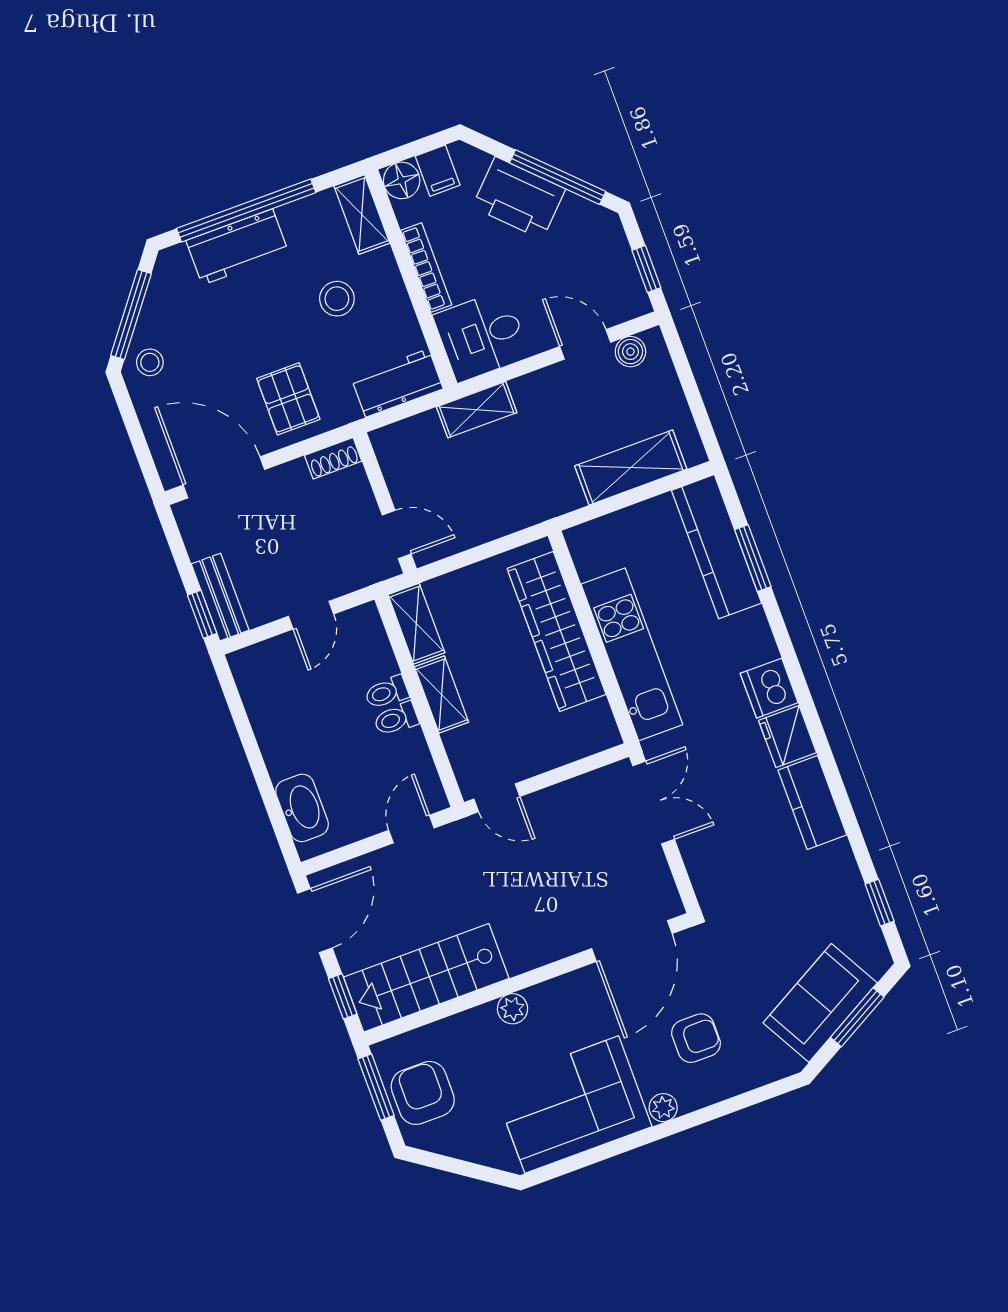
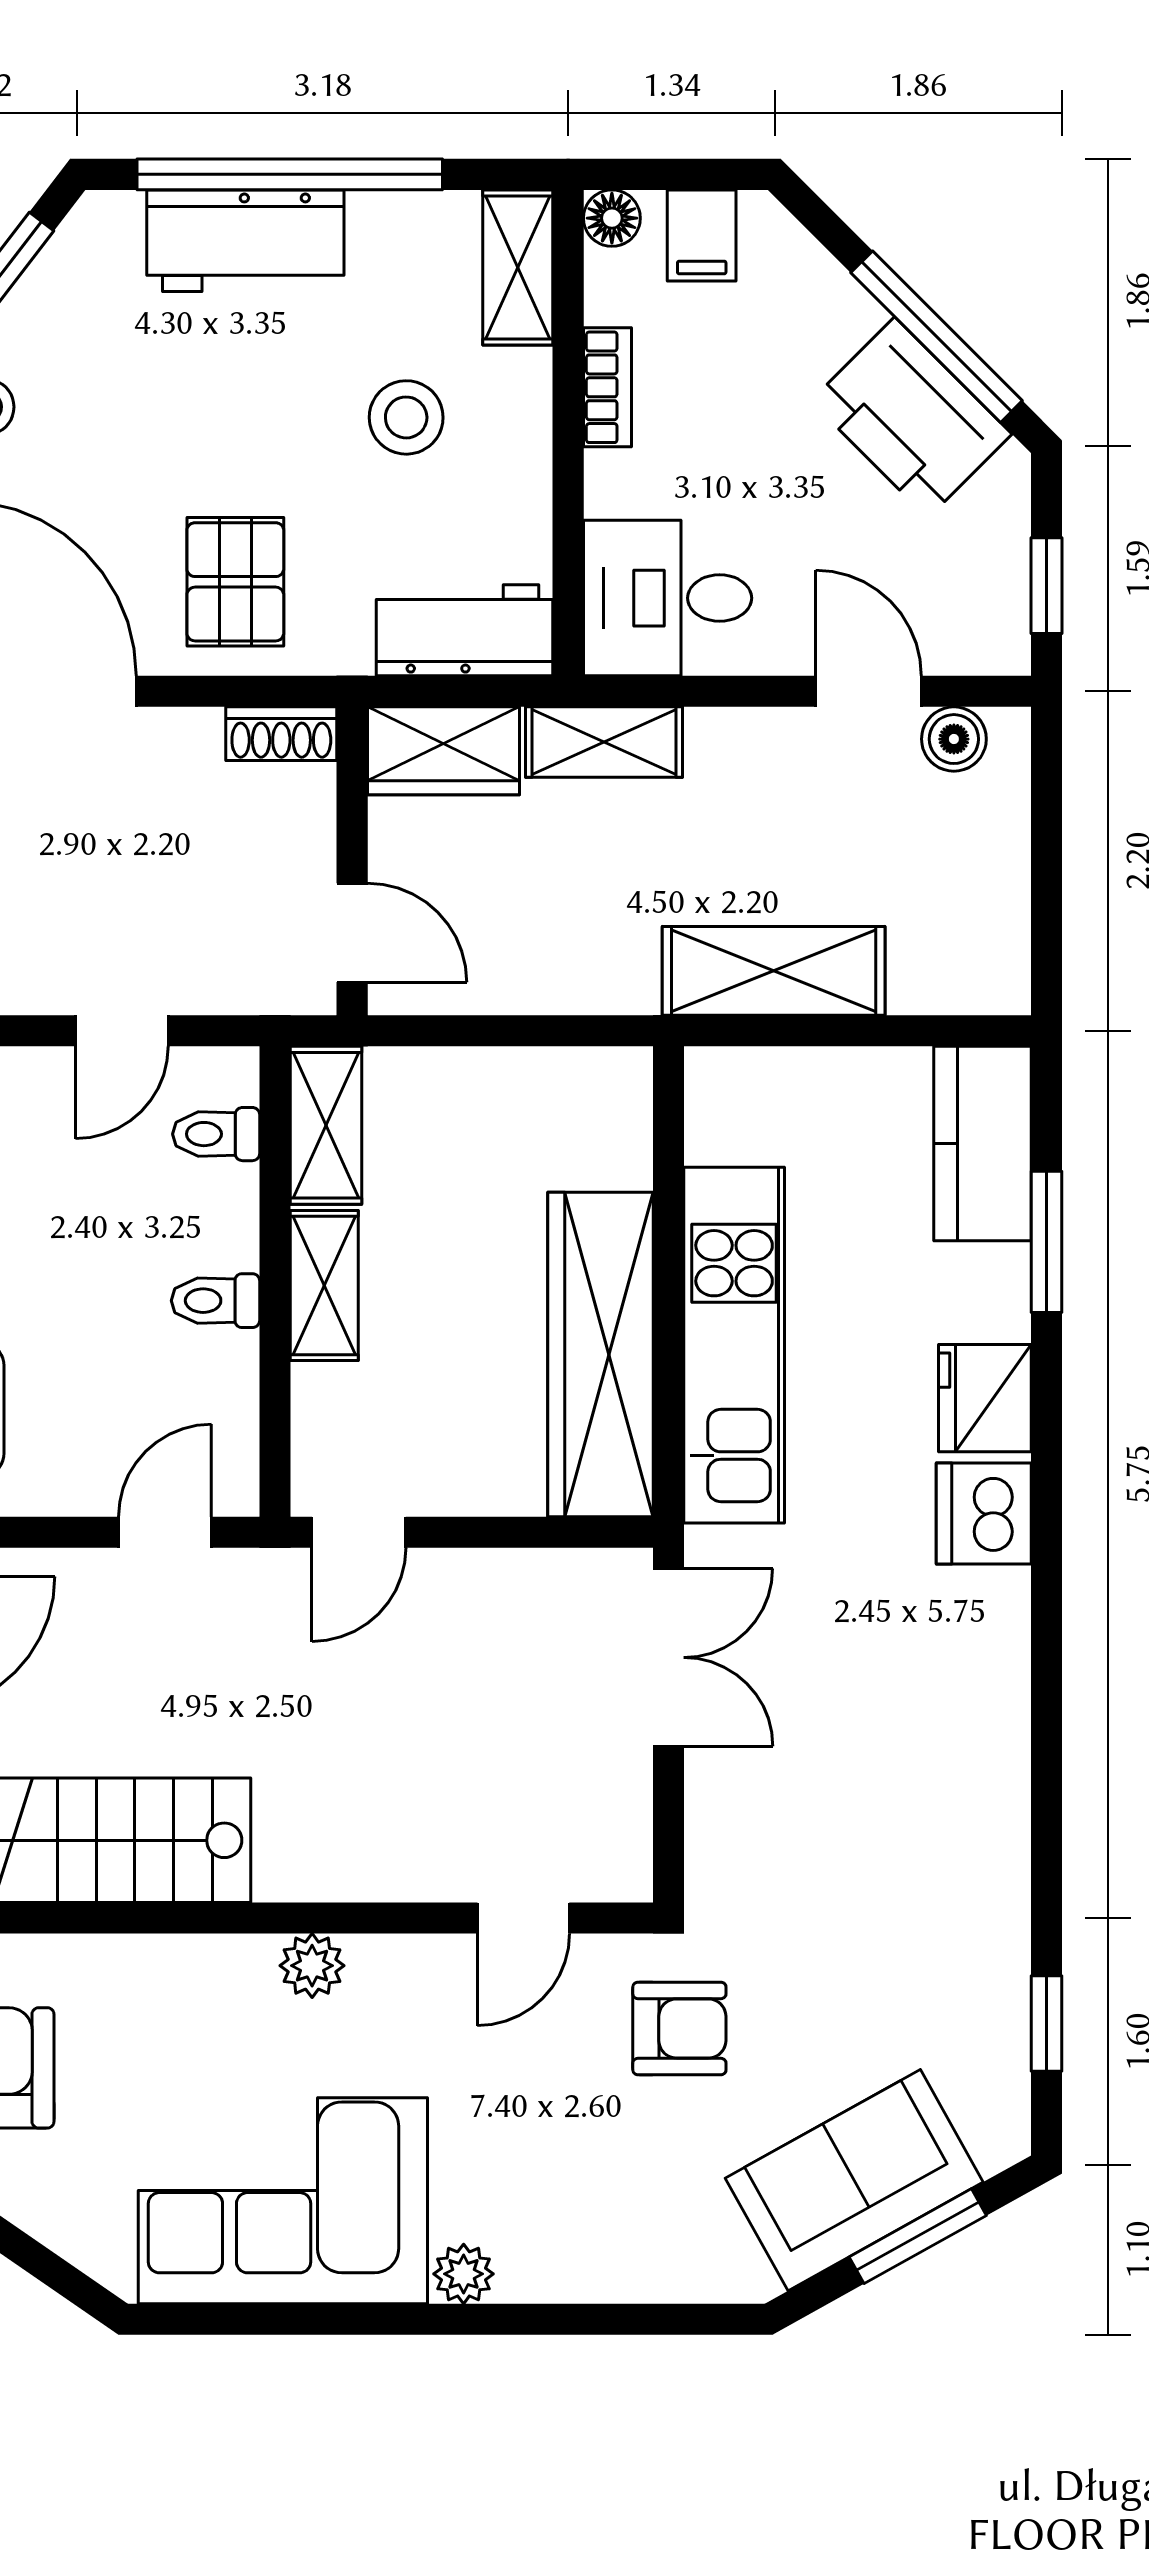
floor lamp: (402, 180) -> (612, 218), width x0.73, depth x0.73
printer: (519, 198) -> (911, 418), moved
bookcase: (426, 268) -> (607, 387), width x0.64
wardrobe: (407, 440) -> (443, 751), added
shelving: (631, 468) -> (774, 971), moved
kitchen counter: (717, 547) -> (982, 1144), width x0.67
wardrobe: (557, 631) -> (600, 1354), moved
toilet: (387, 692) -> (216, 1134), moved
fridge: (788, 737) -> (985, 1398), moved
door: (497, 798) -> (359, 1532), hinge flipped
kitchen counter: (812, 802) -> (986, 1774), removed
door: (632, 941) -> (523, 1918), width x0.53
plant: (513, 1009) -> (312, 1966), moved
armchair: (696, 1038) -> (679, 2028), moved

